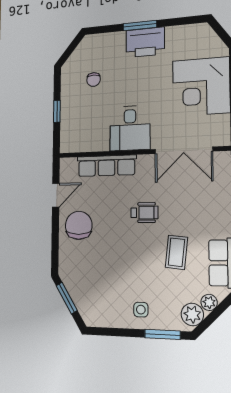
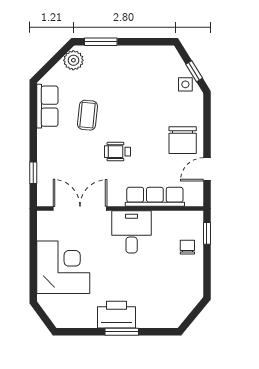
chair: (94, 80) -> (187, 247), moved
window: (57, 111) -> (207, 233), moved
window: (67, 298) -> (194, 71), width x0.67
plant: (209, 302) -> (58, 71), removed
side table: (141, 310) -> (185, 84), moved

